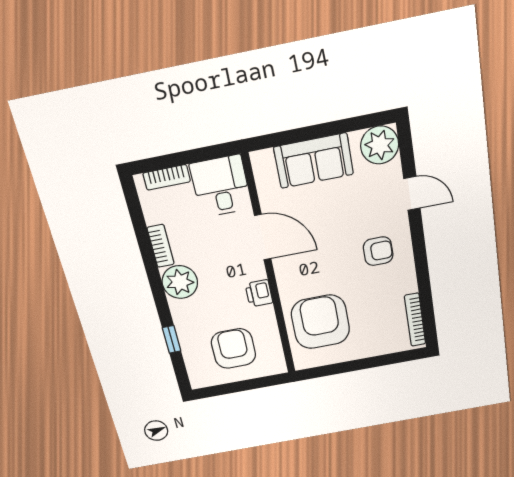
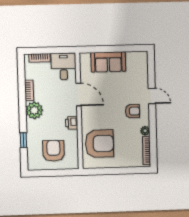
plant: (380, 145) -> (145, 131), moved, width x0.53, depth x0.53
door: (412, 193) -> (152, 96), moved
armchair: (320, 322) -> (99, 144), turned 90

